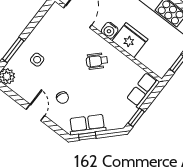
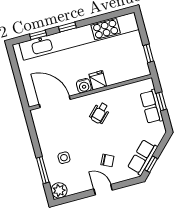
fridge: (130, 40) -> (98, 80), width x0.53, depth x0.75
row of seats: (143, 90) -> (152, 107), moved
window: (136, 117) -> (161, 101), moved

